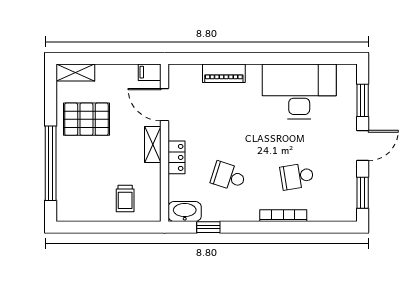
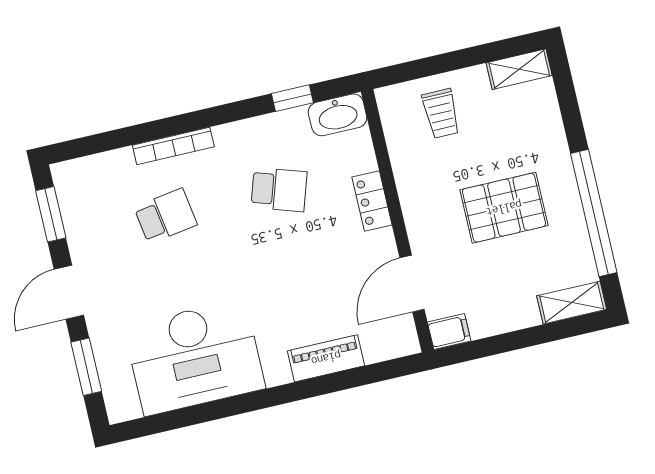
door: (164, 105) -> (412, 284), swing flipped
pallet: (86, 119) -> (504, 208), moved
shelving: (153, 144) -> (519, 69), moved, turned 90
window: (51, 163) -> (594, 213), moved
trolley: (125, 198) -> (441, 113), turned 180

